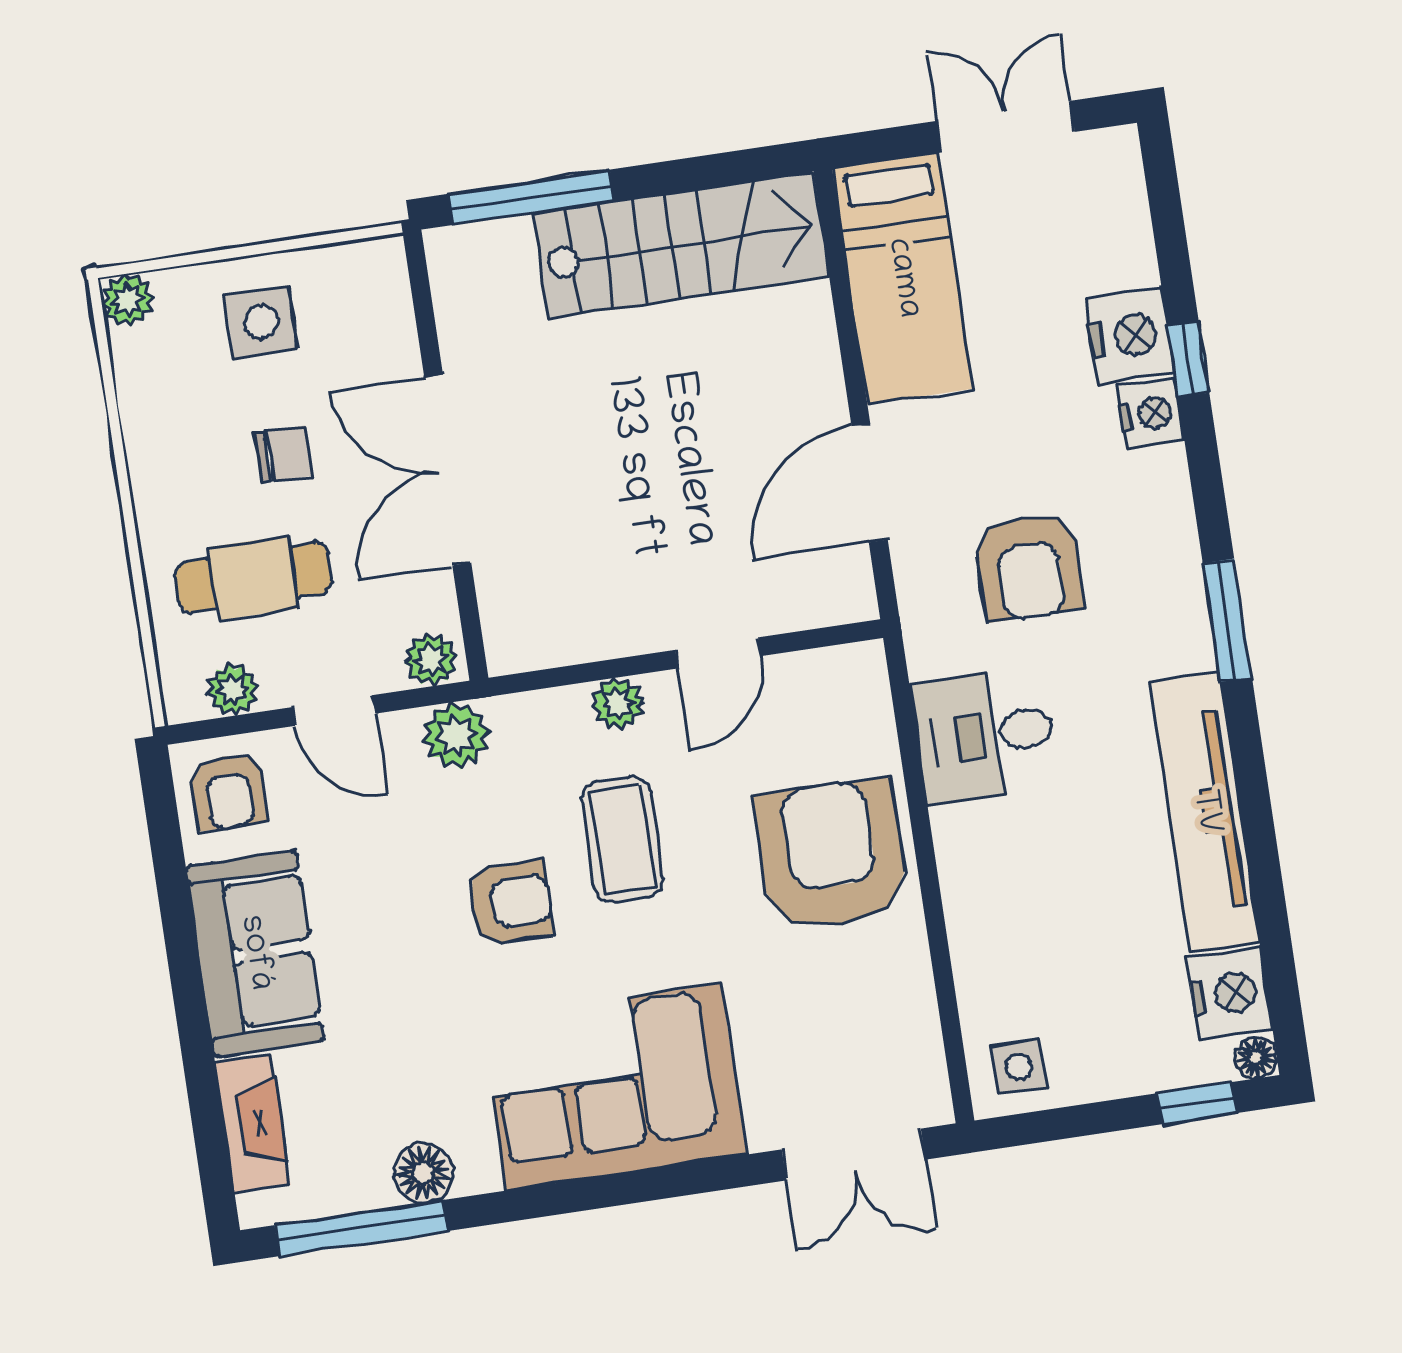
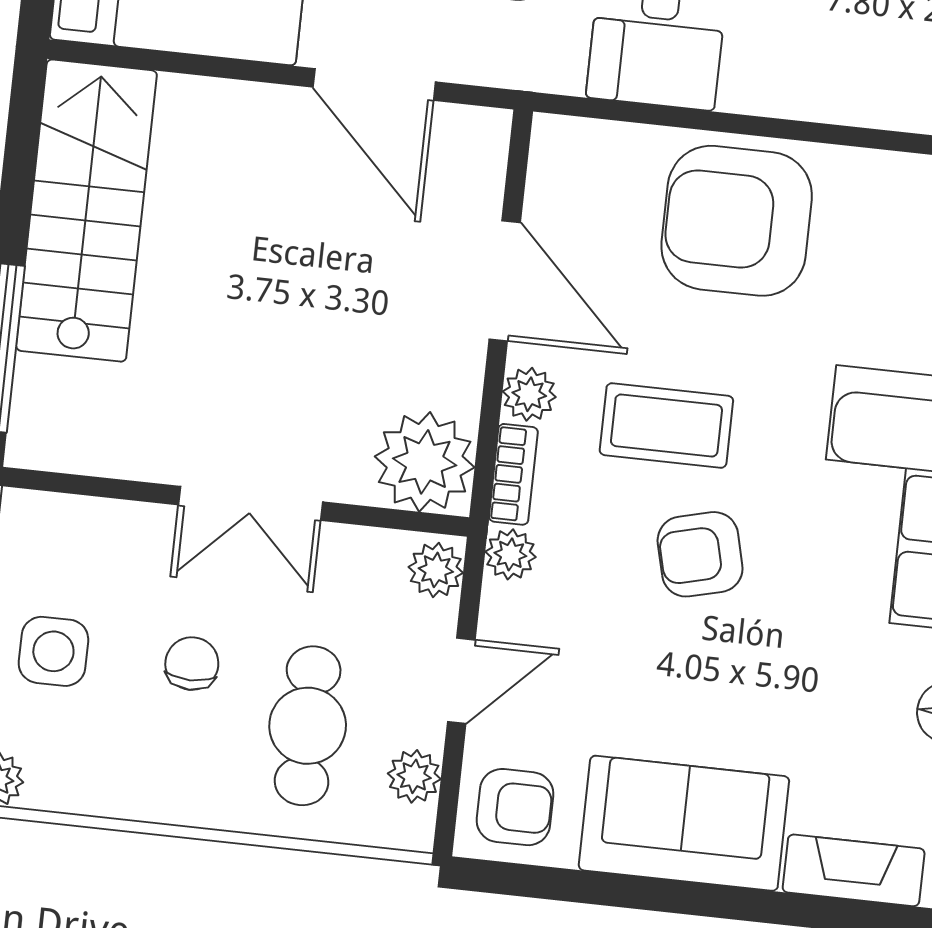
double door: (448, 470) -> (251, 503), width x0.73
plant: (529, 622) -> (425, 462), added
door: (718, 653) -> (505, 281), width x1.38
bookcase: (539, 708) -> (513, 474), added
plant: (456, 736) -> (510, 554), width x0.73, depth x0.73
armchair: (510, 903) -> (700, 554), turned -104

